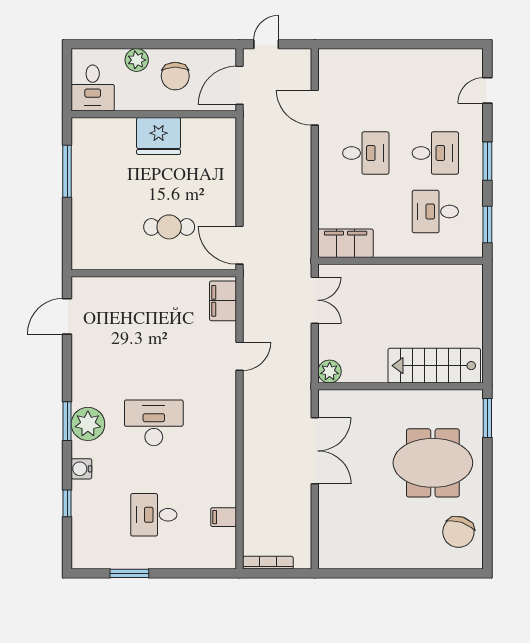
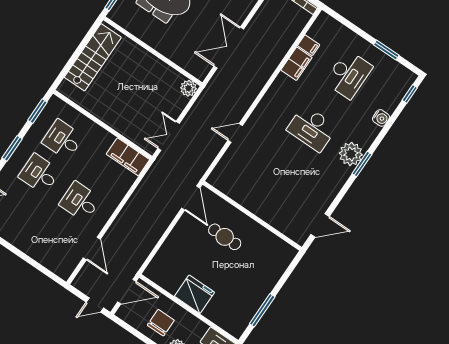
desk: (435, 212) -> (63, 140), turned 180
filing cabinet: (223, 301) -> (296, 64), moved
stairs: (434, 366) -> (93, 57), moved, turned -90
water cooler: (81, 469) -> (381, 118), moved
window: (67, 503) -> (410, 94), moved
desk: (154, 515) -> (349, 74), width x1.37

